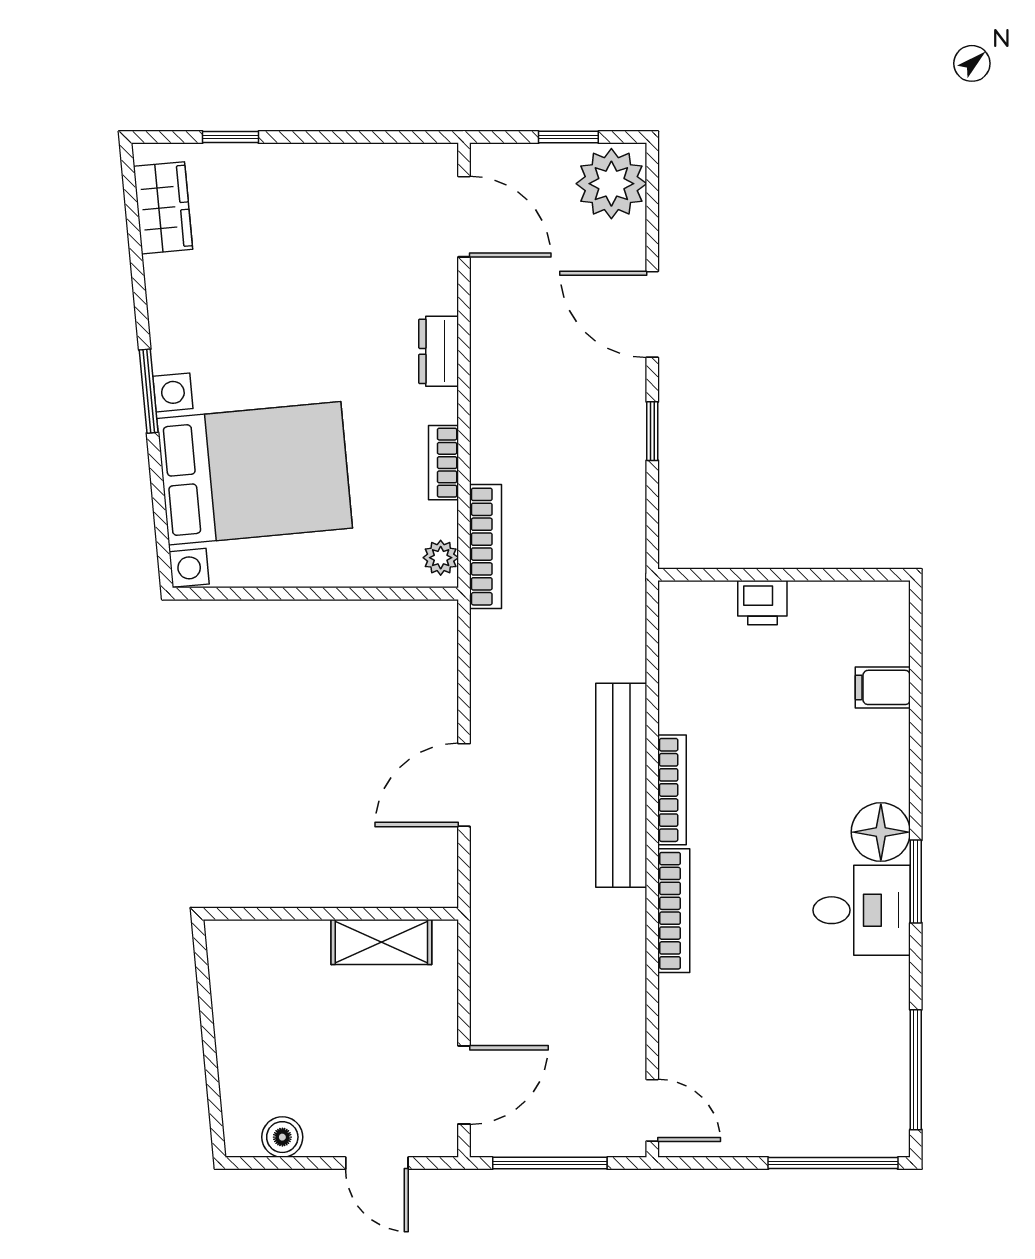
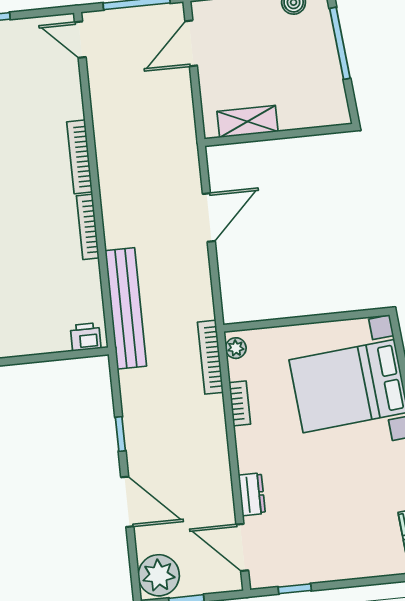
window: (231, 137) -> (295, 589), moved
dresser: (439, 351) -> (252, 494), moved
printer: (762, 603) -> (86, 337), moved
bench: (621, 785) -> (126, 308), moved
window: (210, 1059) -> (340, 43), added

